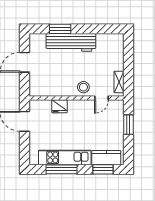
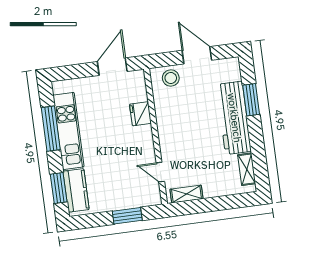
shelving: (107, 38) -> (247, 169), added
stool: (83, 87) -> (171, 78), moved

